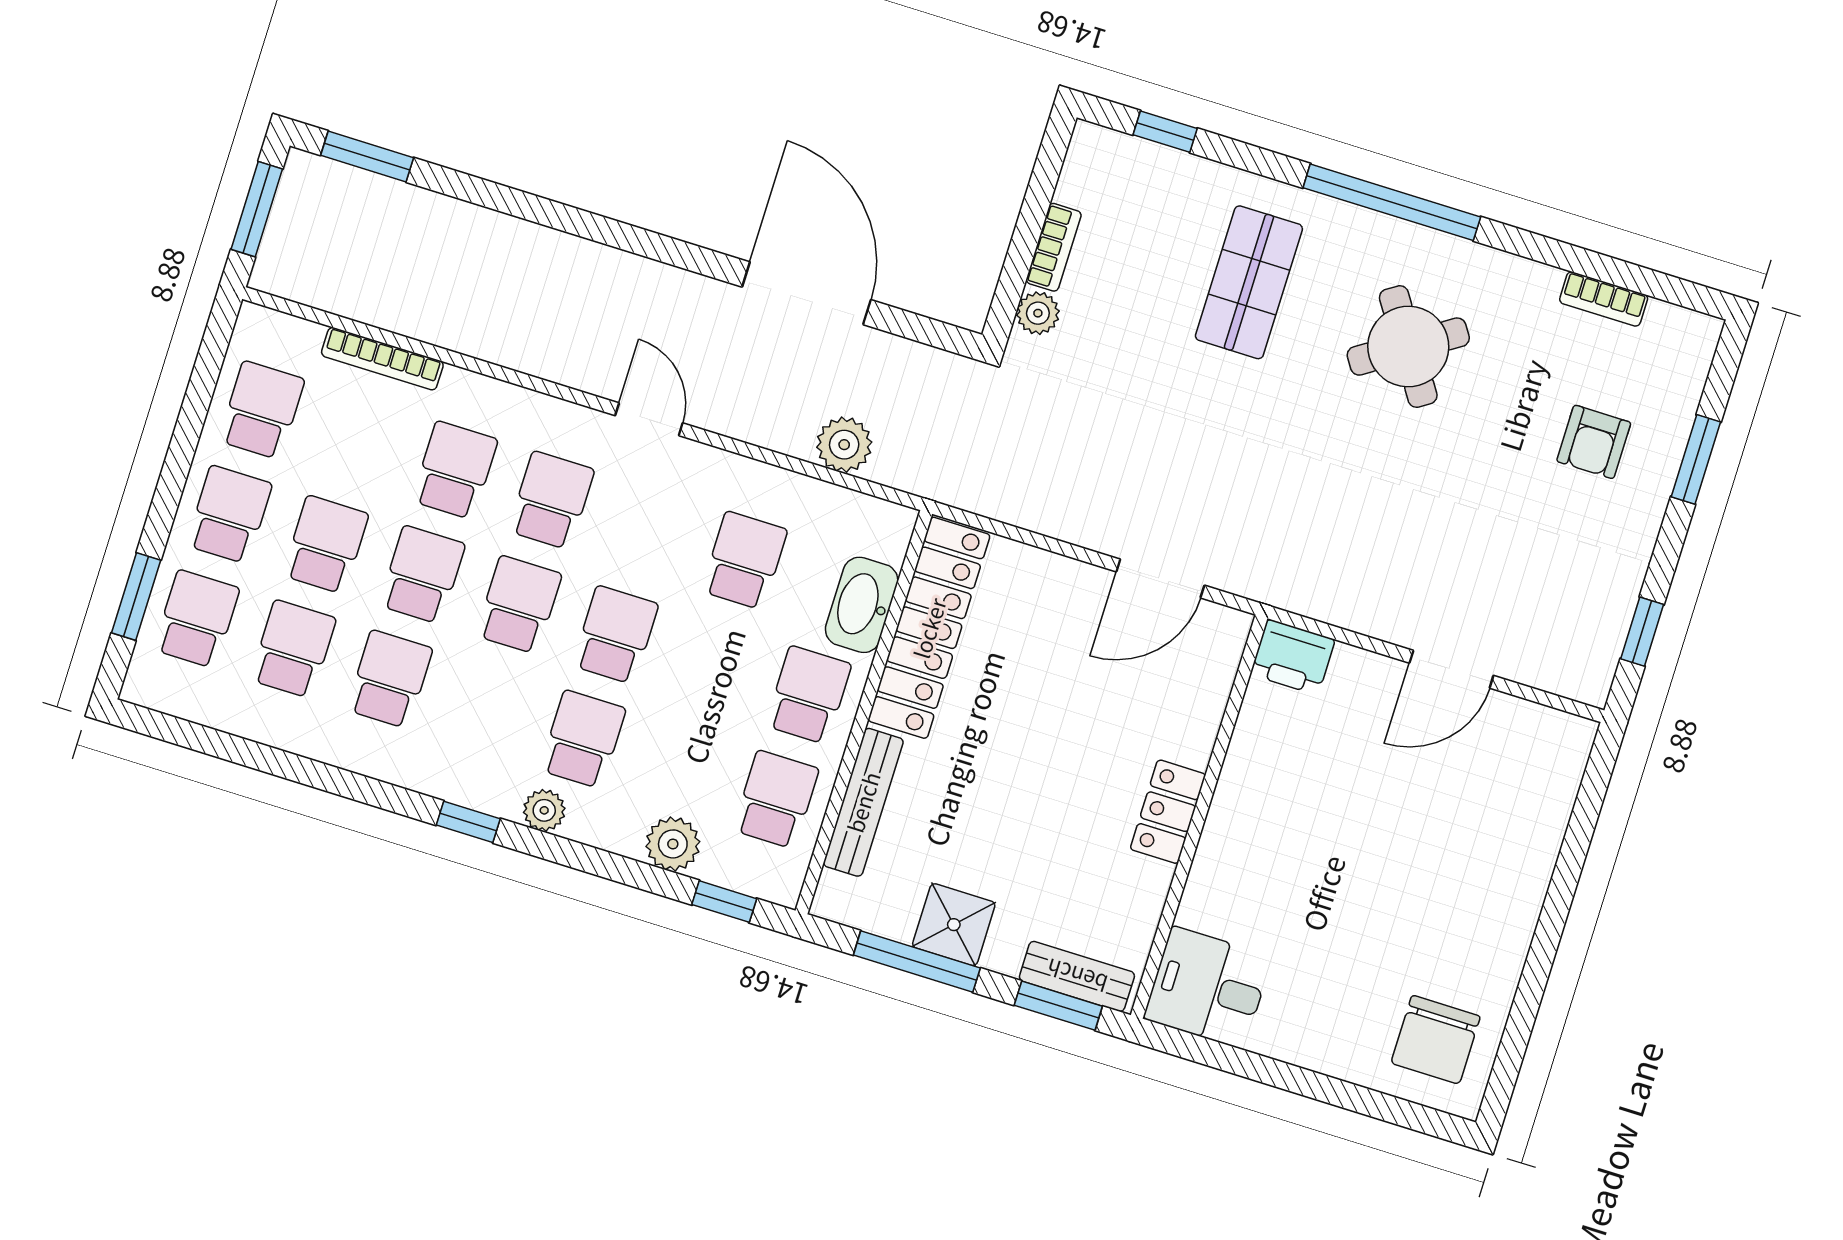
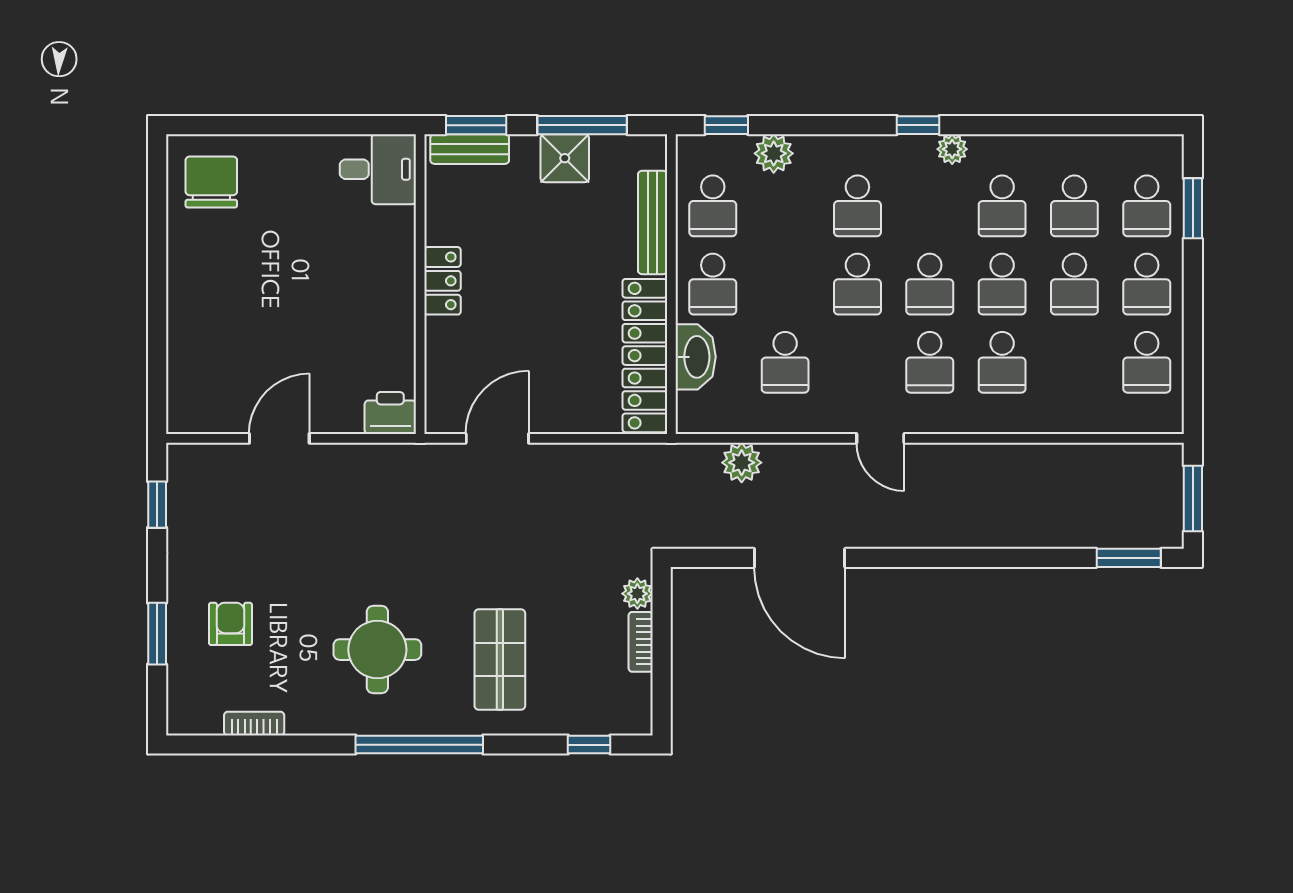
round table: (1408, 347) -> (377, 650), turned 33
bookcase: (382, 359) -> (1075, 423), removed
plant: (544, 810) -> (952, 149), moved

